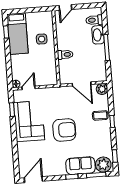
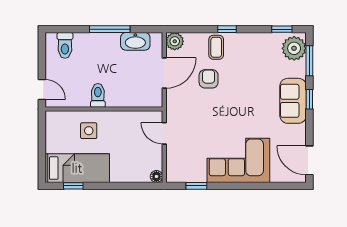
washbasin: (98, 35) -> (135, 41), moved
toilet: (65, 55) -> (98, 95), moved
door: (28, 88) -> (164, 133), moved
corner sofa: (29, 121) -> (238, 160), moved
armchair: (64, 130) -> (209, 79), moved, width x0.53, depth x0.53
sofa: (81, 166) -> (293, 101), moved

